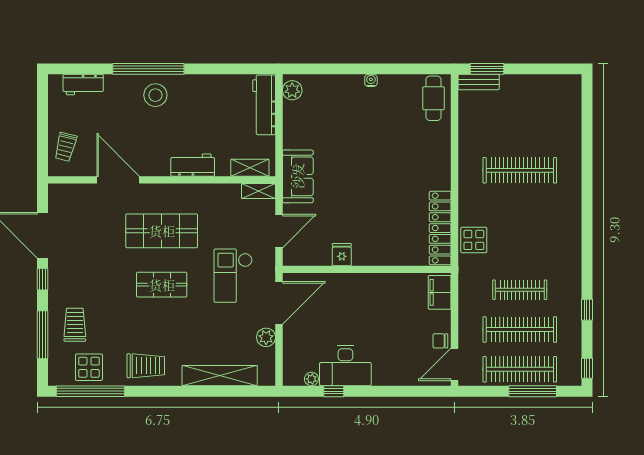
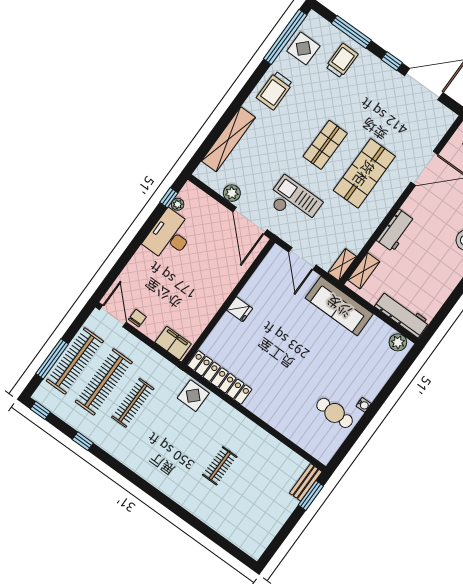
cafe table: (433, 98) -> (335, 413), moved
clothes rail: (520, 170) -> (220, 466), width x0.54, depth x0.76
sofa: (298, 176) -> (339, 306), width x1.36
fridge: (342, 255) -> (240, 309), moved
trolley: (75, 325) -> (342, 61), turned -90
window: (334, 391) -> (169, 198), moved

